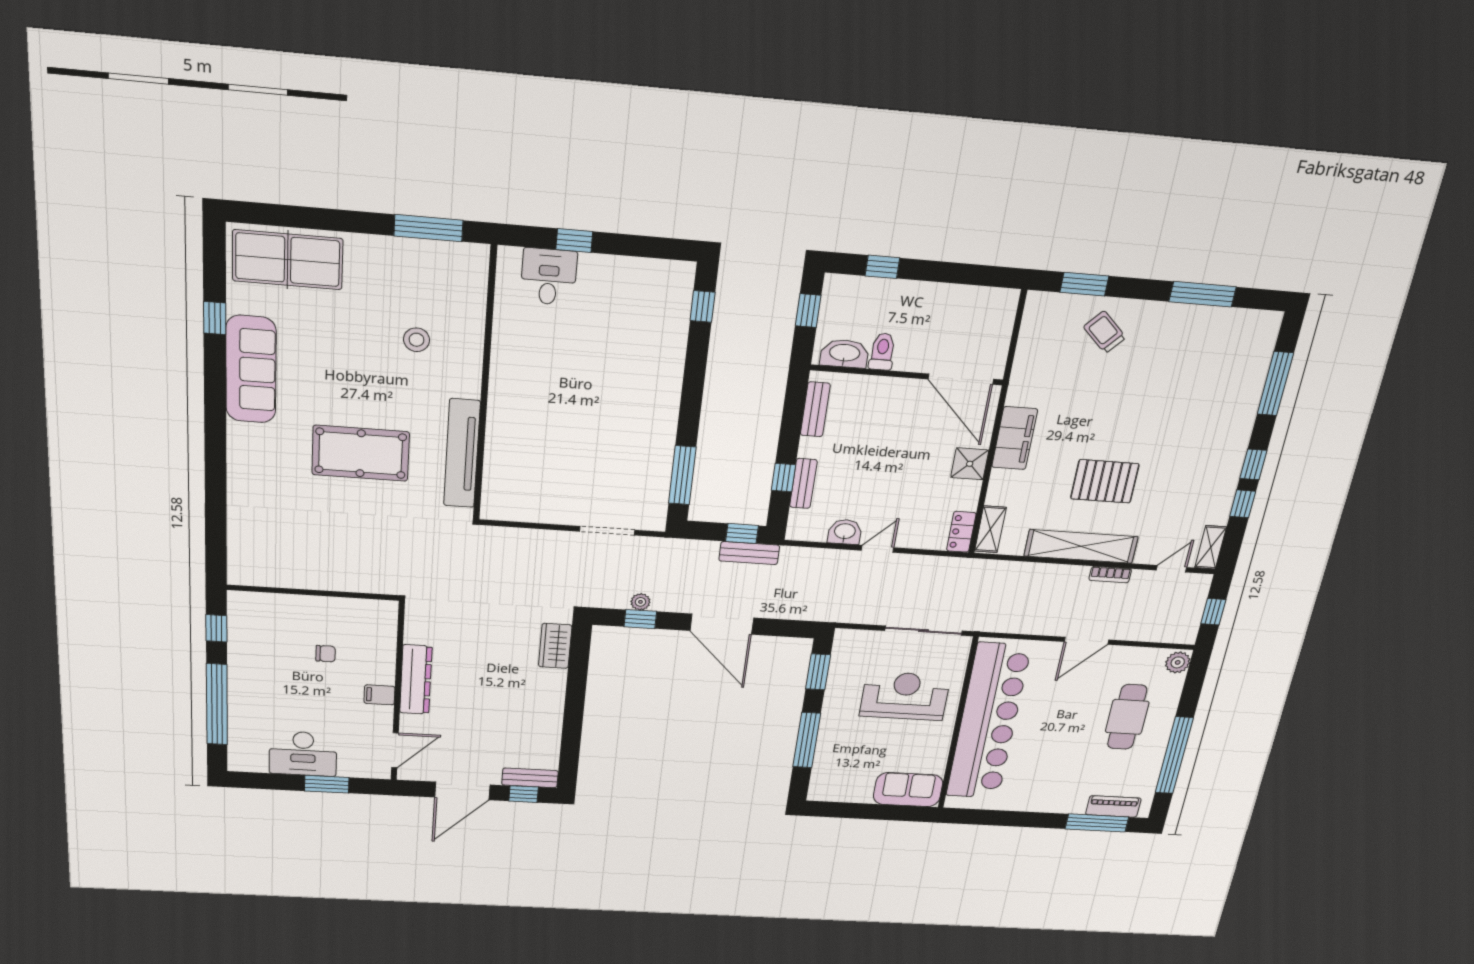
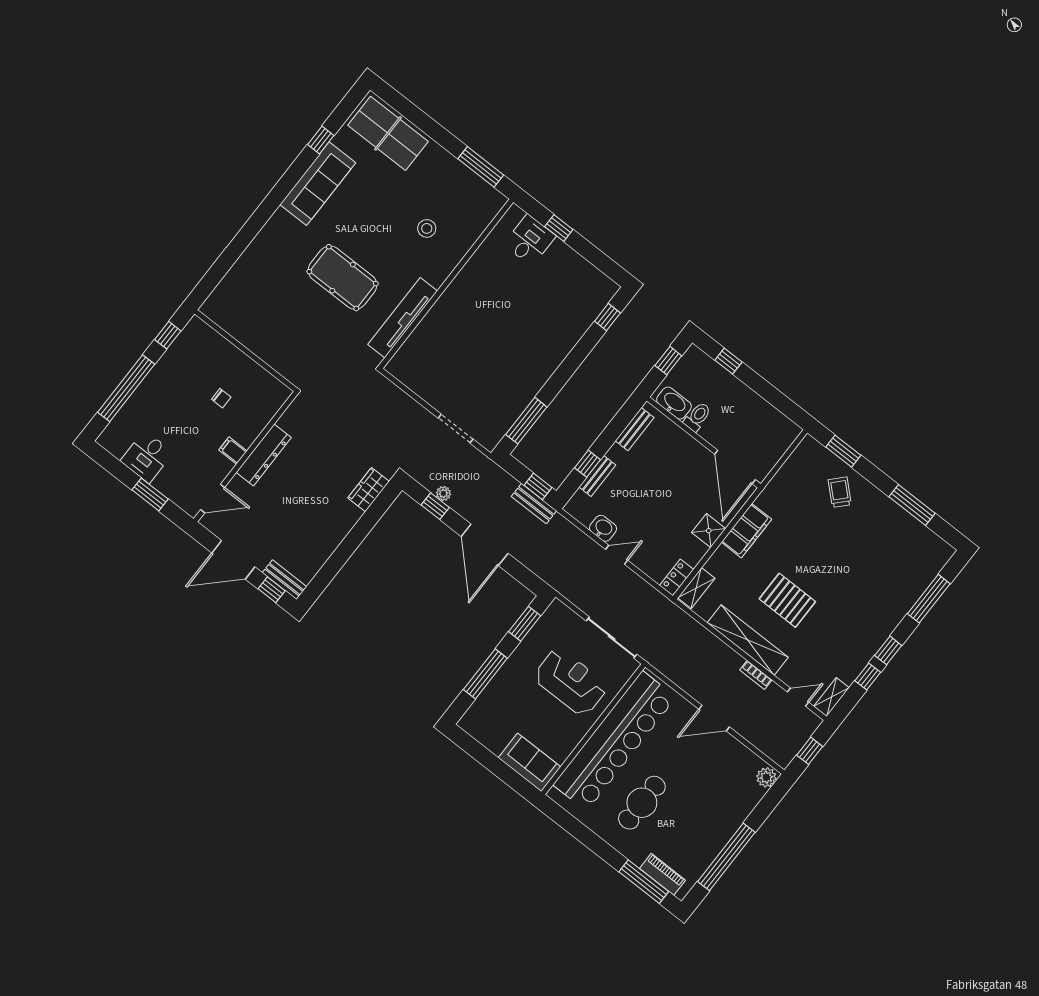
cafe table: (1127, 717) -> (642, 803), moved
desk: (303, 754) -> (147, 457), width x0.73

